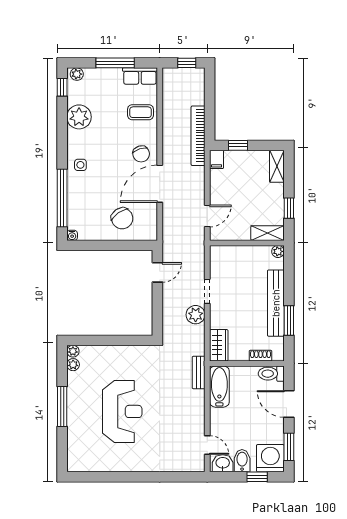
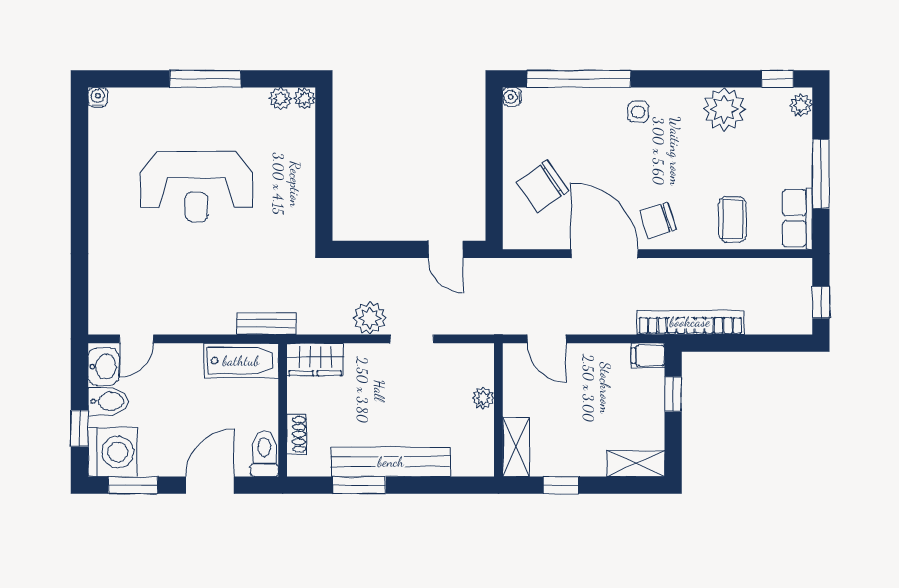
plant: (278, 251) -> (483, 398), moved
water cooler: (72, 467) -> (98, 97), added

